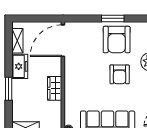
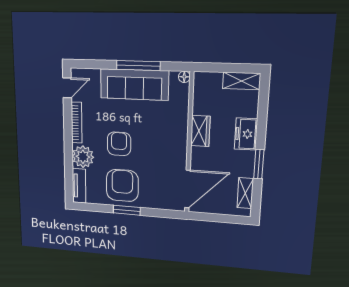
freezer: (20, 66) -> (246, 134), moved
window: (9, 89) -> (259, 164), moved

